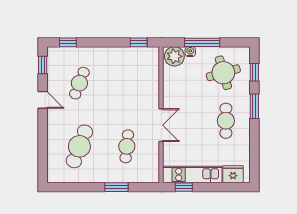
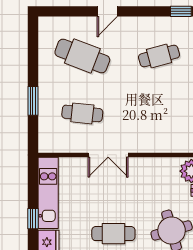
cafe table: (79, 83) -> (159, 56), turned -36
door: (43, 100) -> (107, 11), moved
window: (184, 187) -> (33, 219), moved

